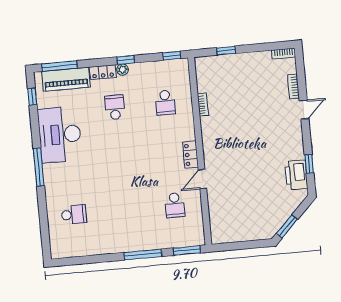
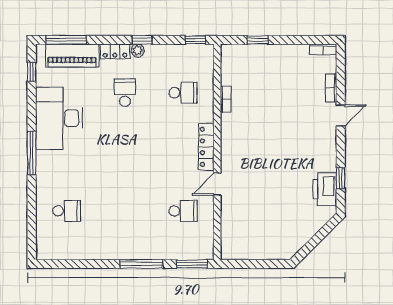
school desk: (165, 103) -> (183, 93), turned -90
locker: (190, 155) -> (206, 147), width x1.53
school desk: (175, 205) -> (183, 211), turned -90
window: (287, 226) -> (309, 247), removed

